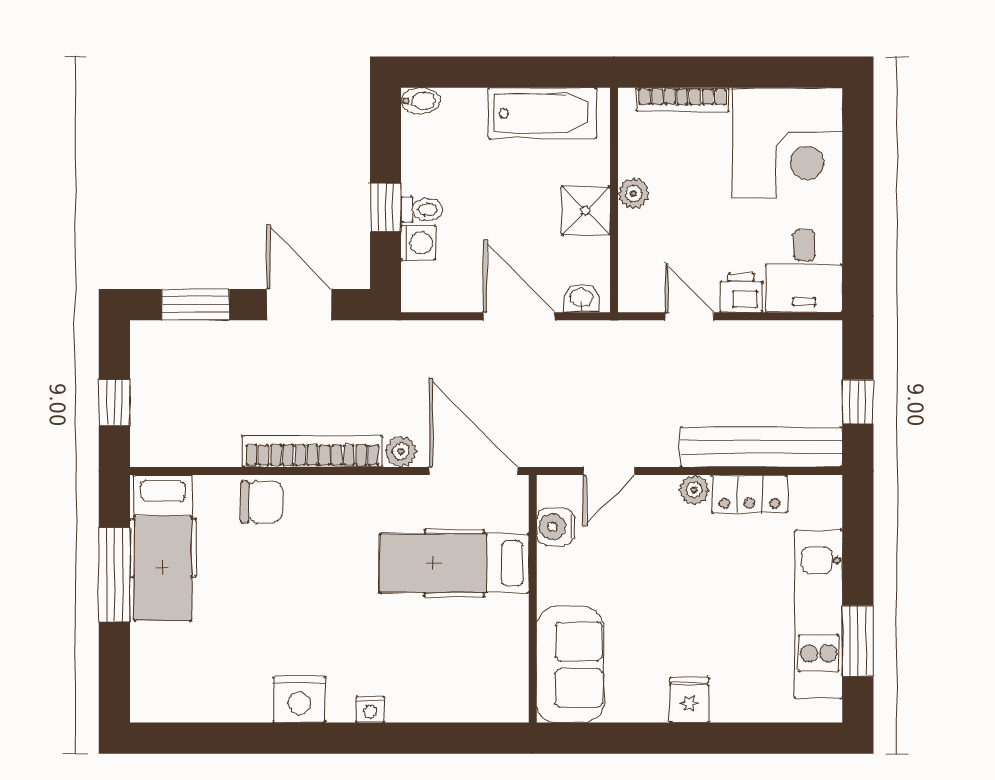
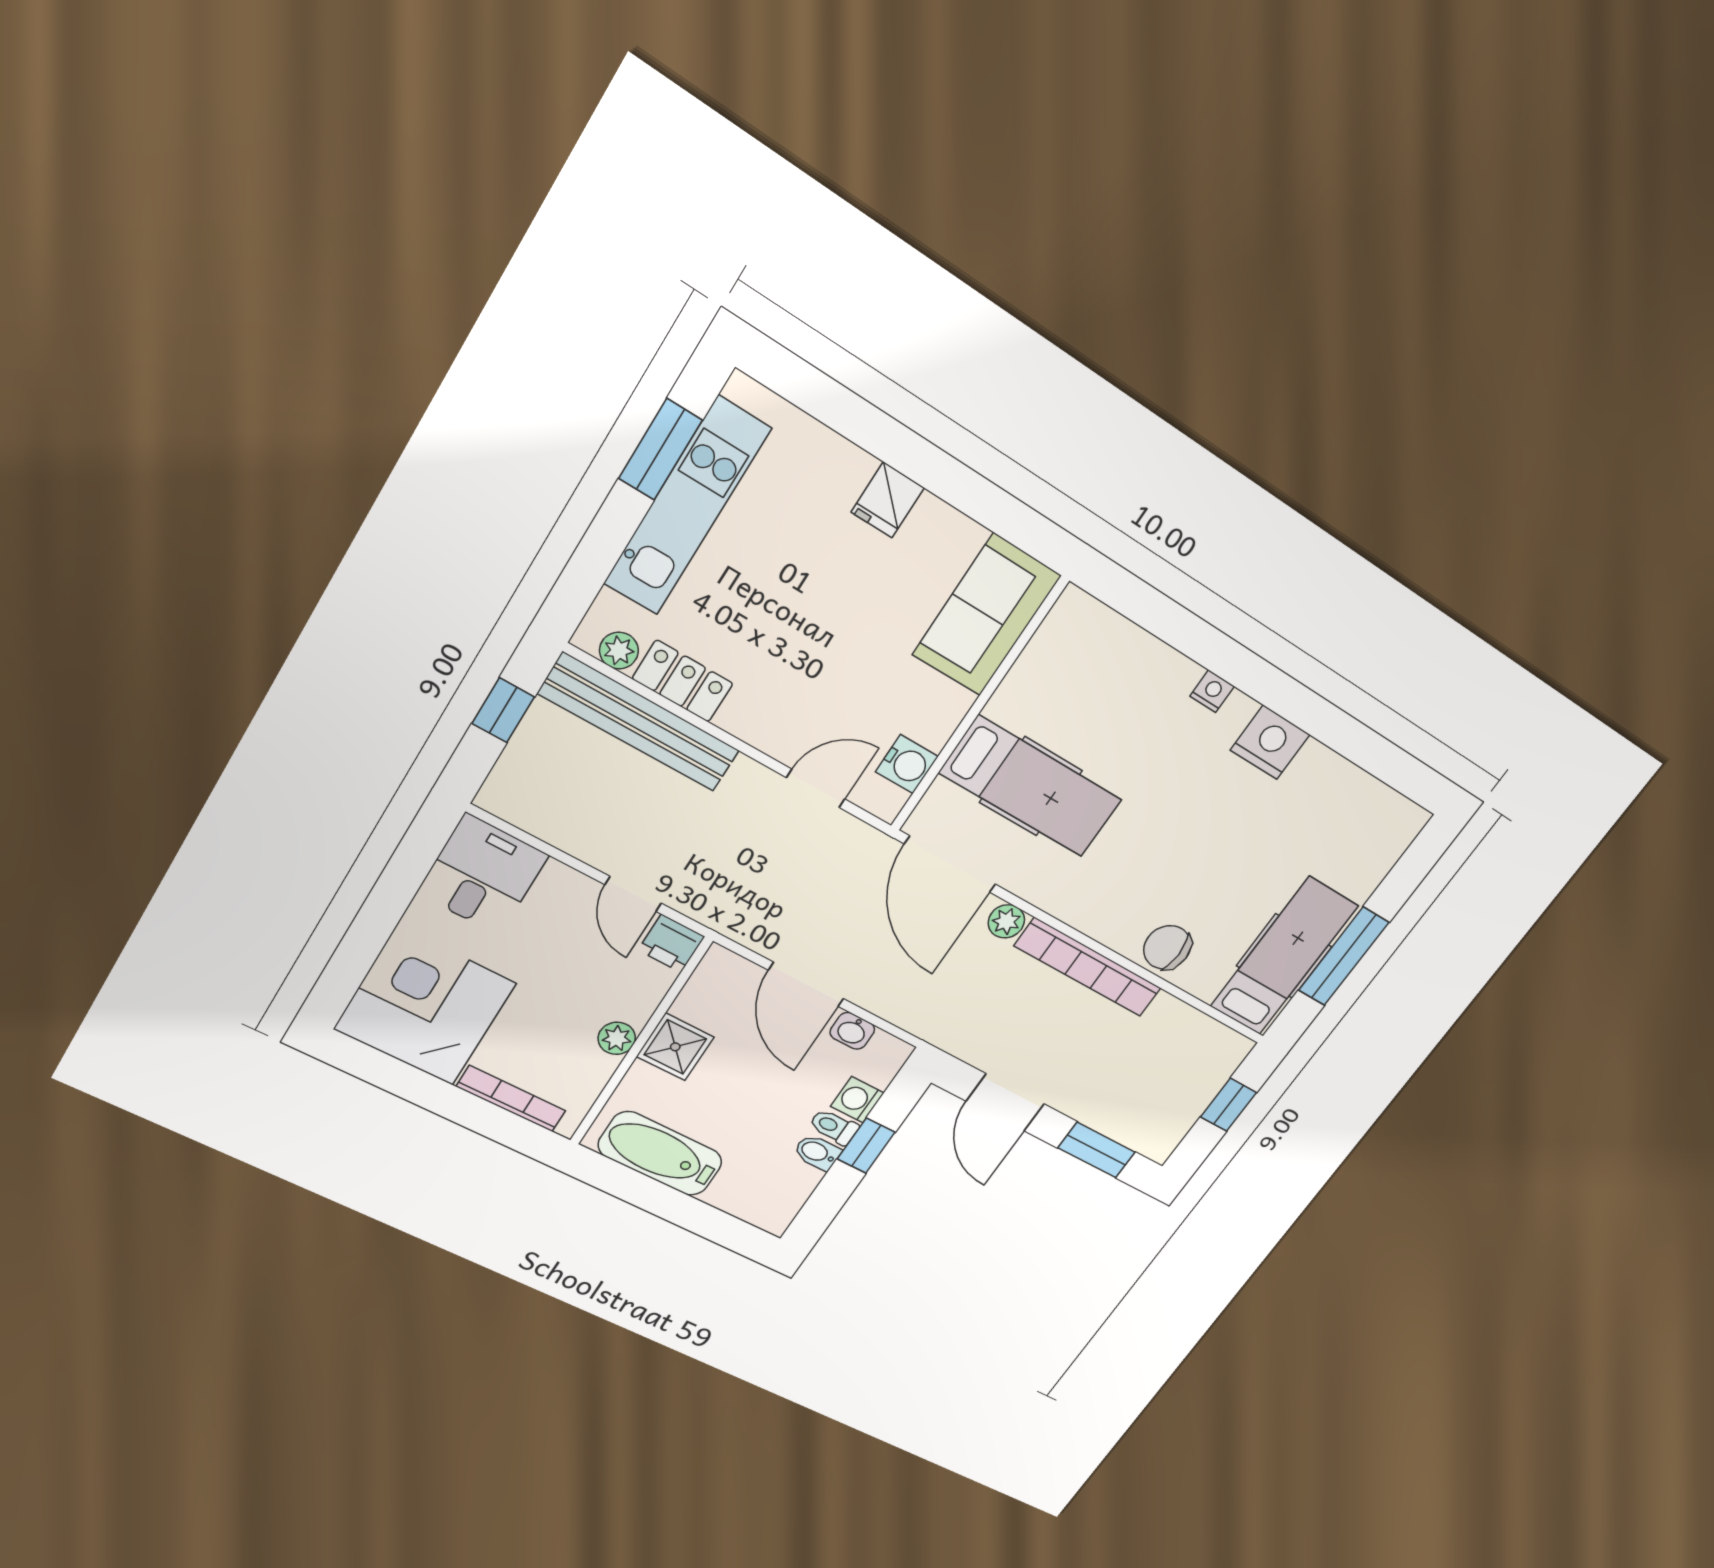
bidet: (421, 101) -> (817, 1152), moved
printer: (741, 293) -> (671, 943), moved
washbasin: (581, 298) -> (852, 1031), moved
plant: (694, 490) -> (619, 651), moved

